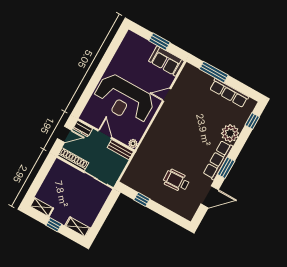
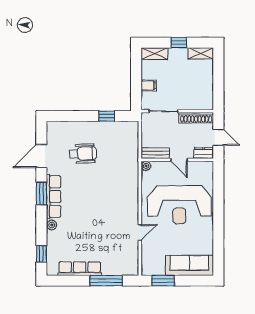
window: (159, 42) -> (163, 281), moved
sofa: (166, 61) -> (189, 265), moved, width x1.36
reception desk: (124, 99) -> (179, 205), turned 180
plant: (230, 133) -> (52, 225), width x0.53, depth x0.53
door: (64, 134) -> (218, 137), swing flipped
filing cabinet: (96, 205) -> (149, 85), added

